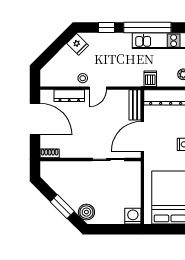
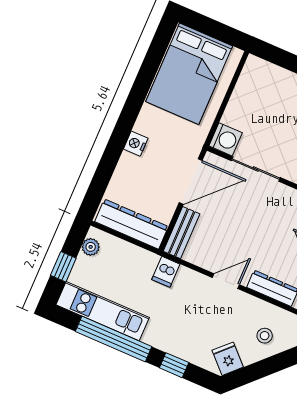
stool: (83, 78) -> (265, 336), moved
dishwasher: (150, 79) -> (166, 272), moved
washing machine: (133, 216) -> (226, 139), moved, turned -90

